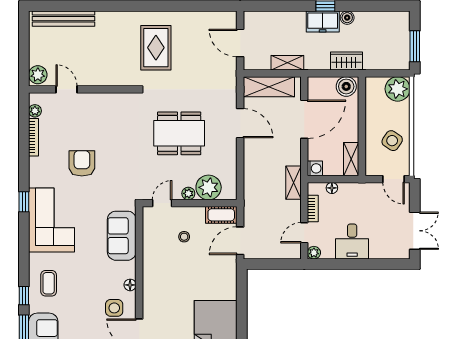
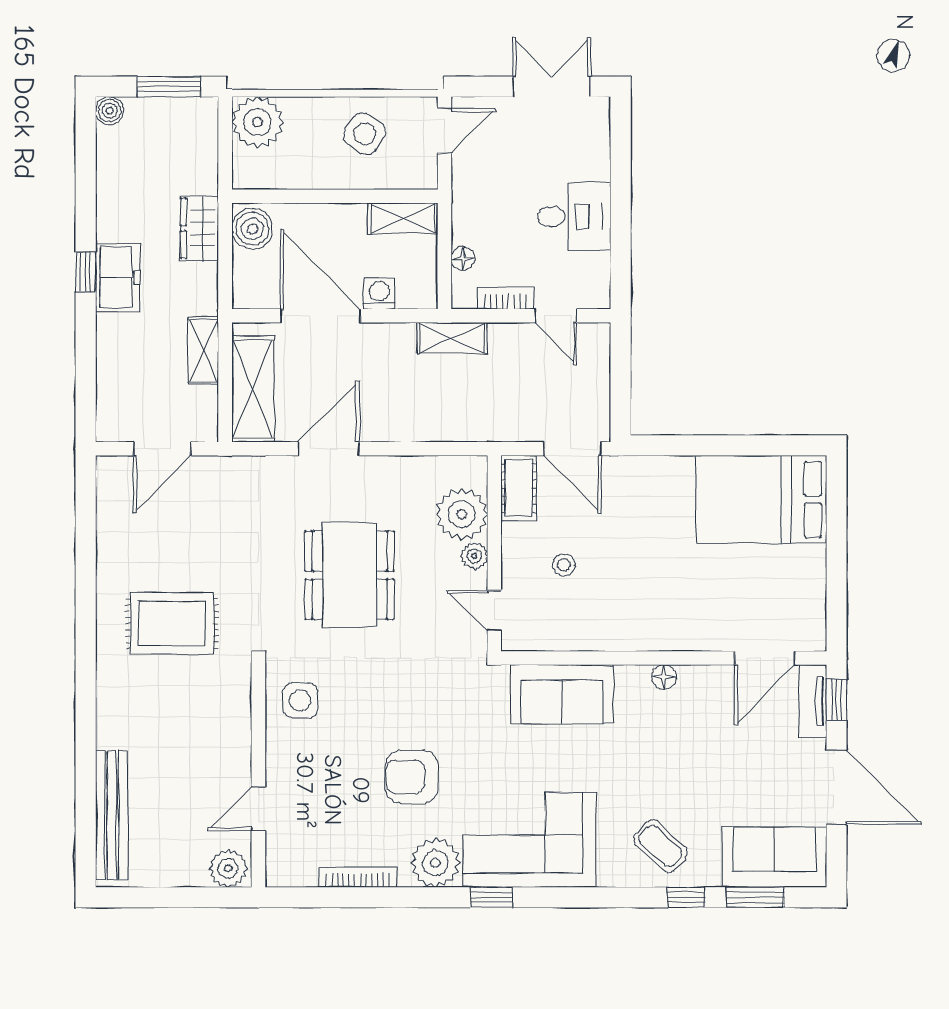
boiler: (347, 18) -> (110, 111), moved
plant: (35, 111) -> (435, 863), moved, width x1.88, depth x1.88
washing machine: (315, 168) -> (379, 294), moved
plant: (314, 253) -> (597, 296), removed
coffee table: (49, 283) -> (660, 846), turned 43
side table: (114, 308) -> (300, 700), moved

